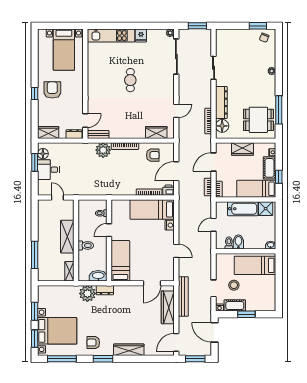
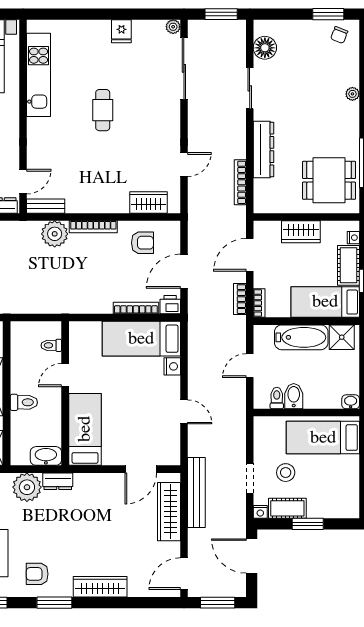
kitchen unit: (111, 36) -> (39, 75), moved, turned -90
floor lamp: (222, 126) -> (265, 48), moved

